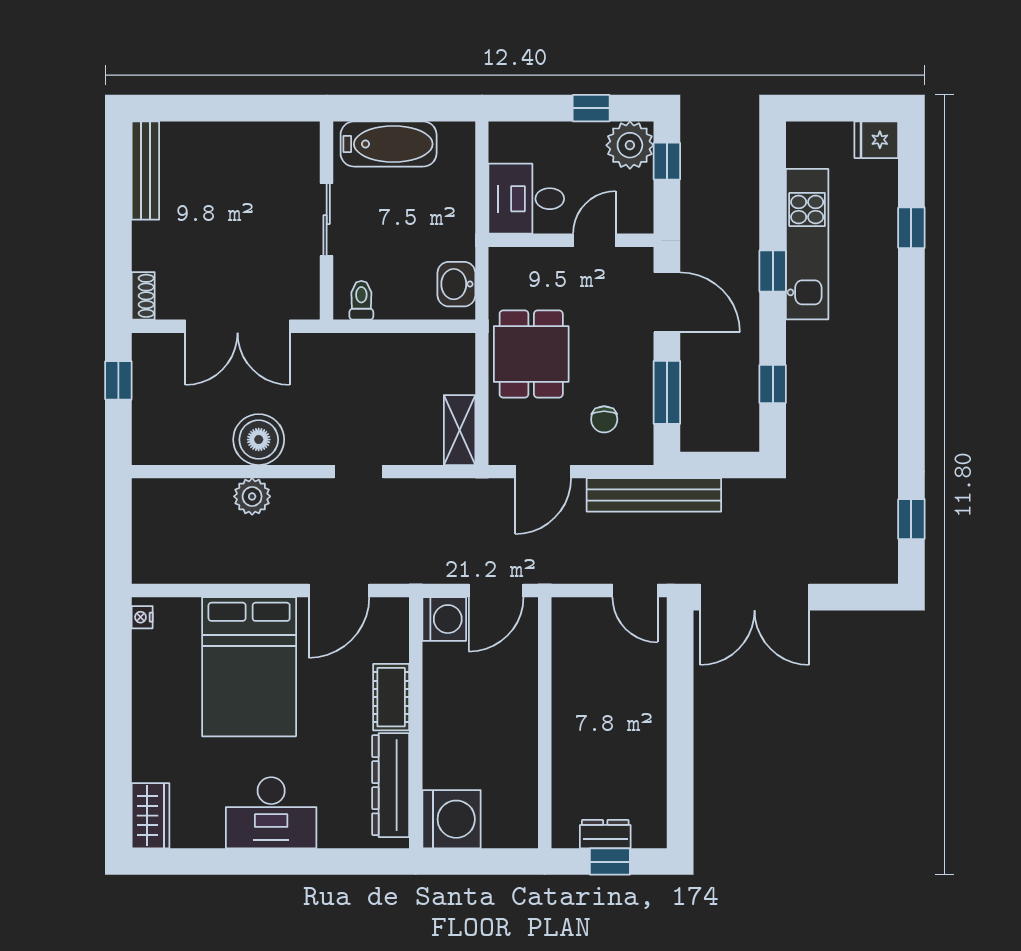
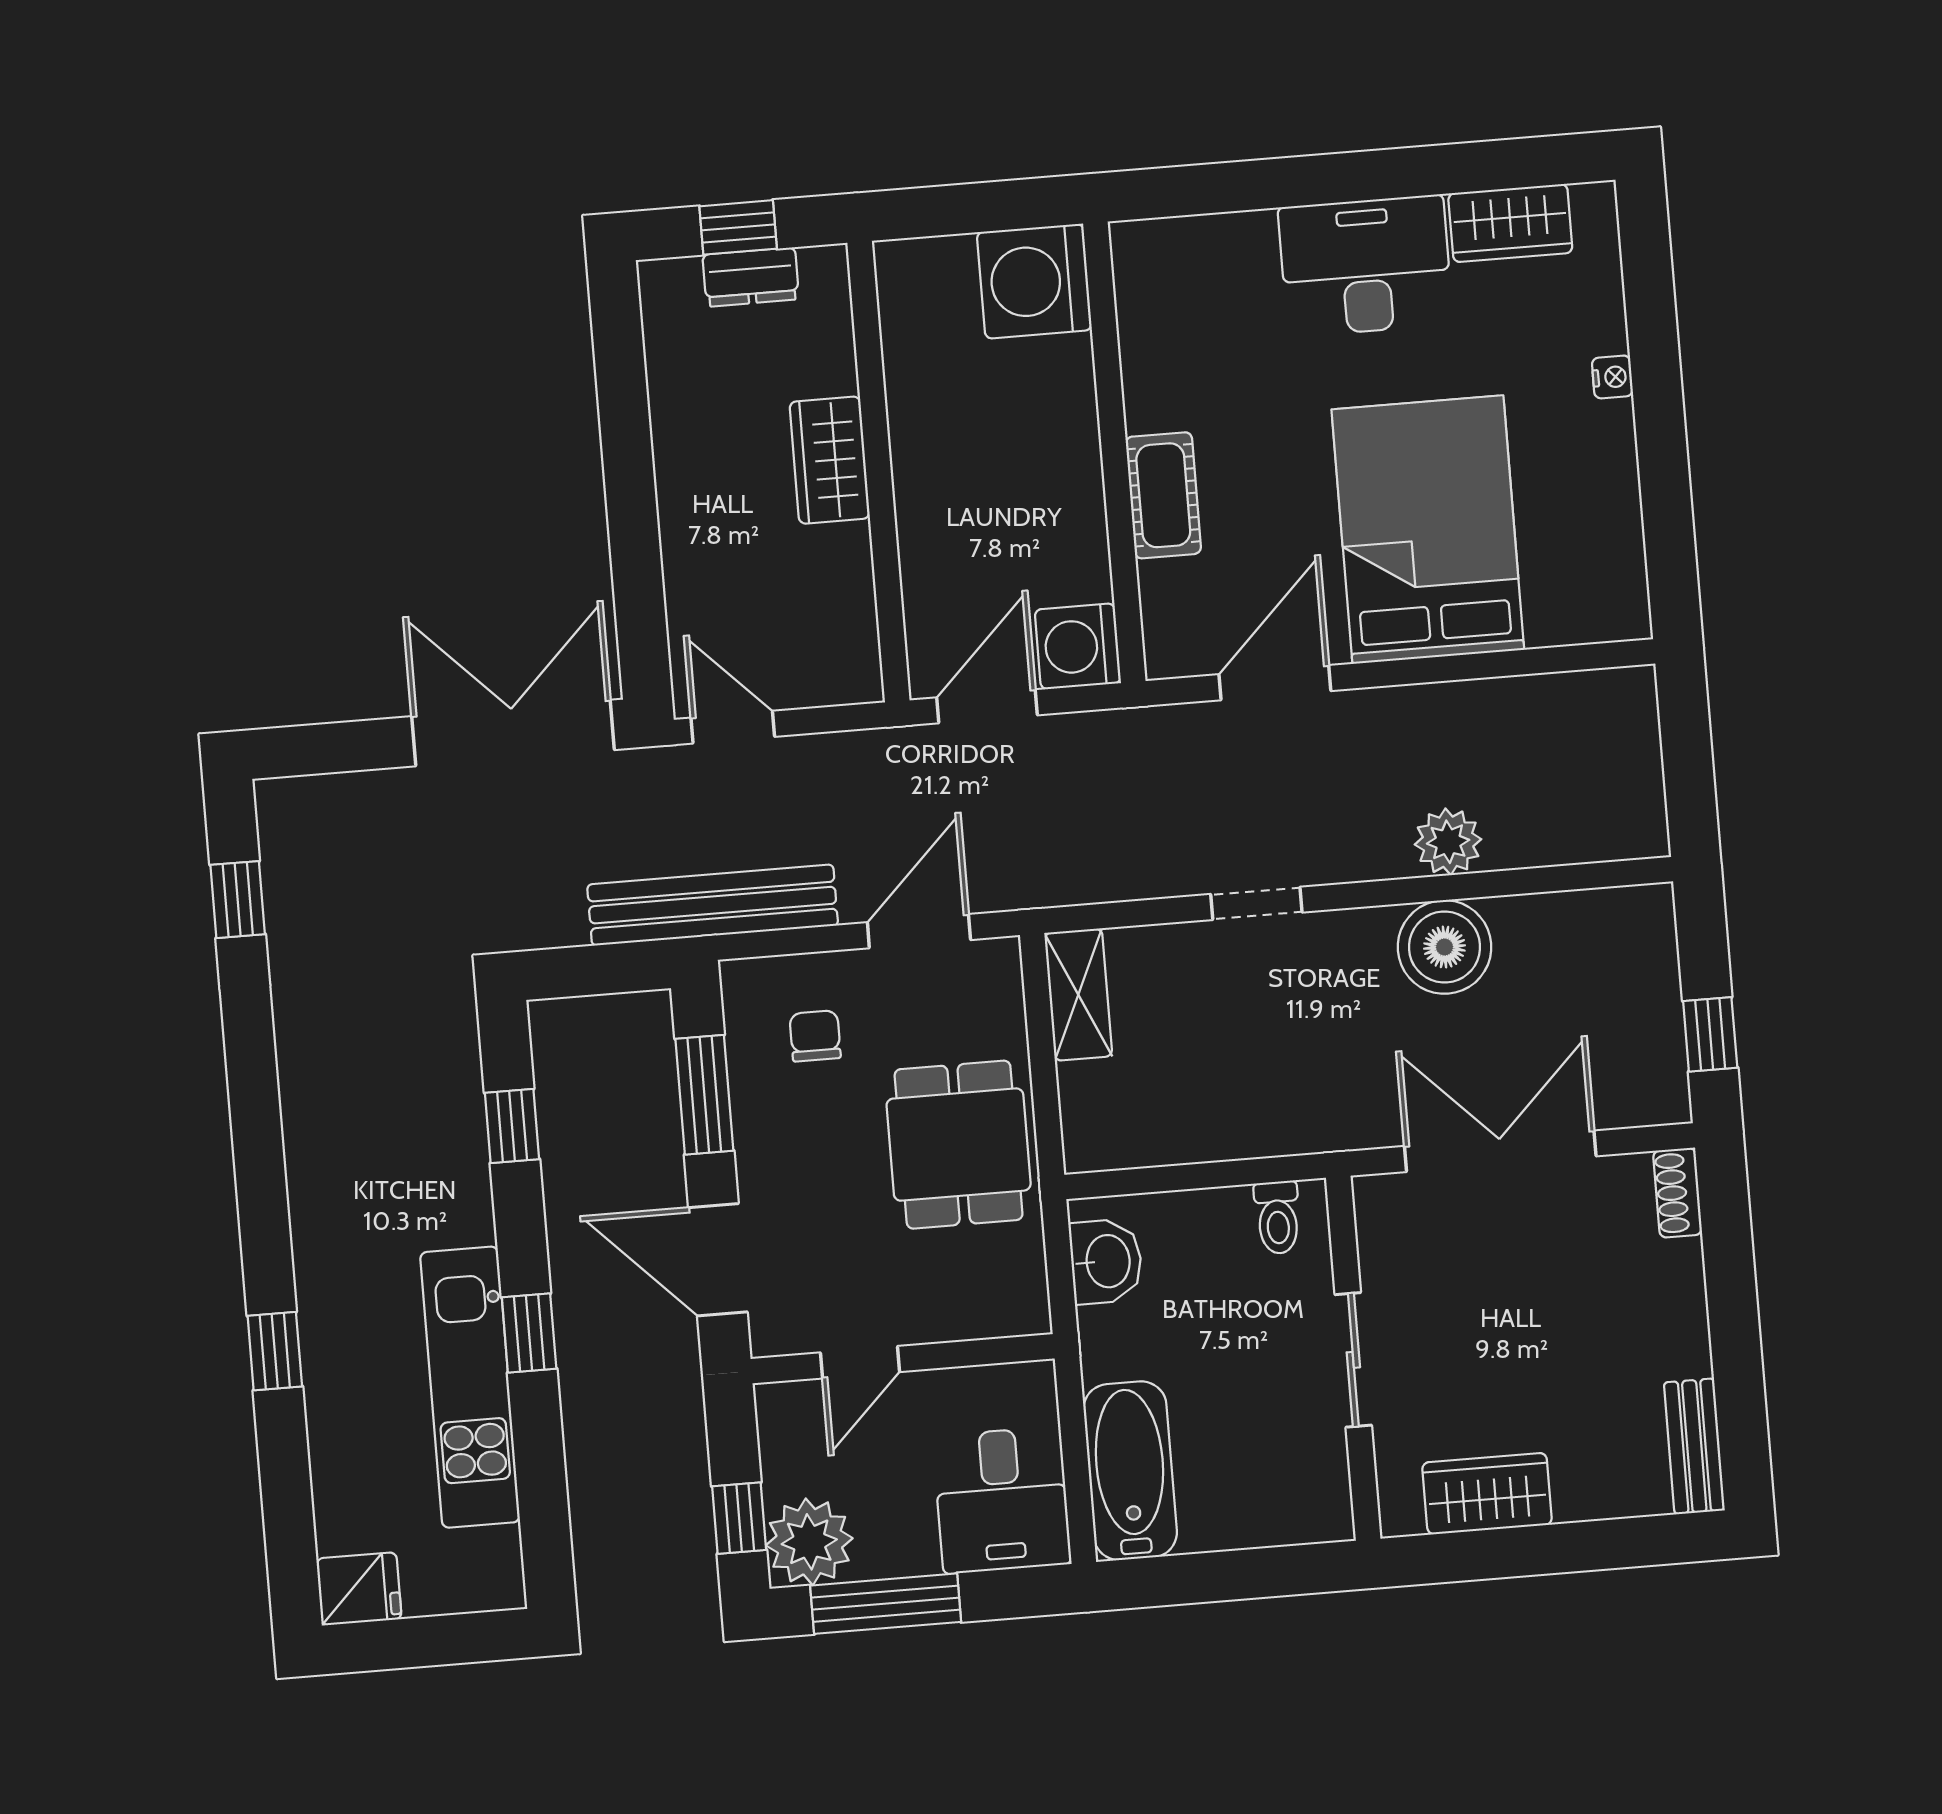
window: (591, 108) -> (886, 1604), width x2.17
wardrobe: (260, 141) -> (1487, 1494), added
bathtub: (389, 144) -> (1130, 1471), moved, turned 90
bench: (145, 171) -> (1694, 1446), width x0.73
desk: (526, 199) -> (1002, 1500), moved, turned 90
window: (911, 228) -> (275, 1351), moved
nightstand: (142, 617) -> (1612, 377), moved
wardrobe: (571, 731) -> (830, 460), added
dresser: (391, 785) -> (1151, 334), removed
wardrobe: (151, 816) -> (1510, 223), moved, turned -90

